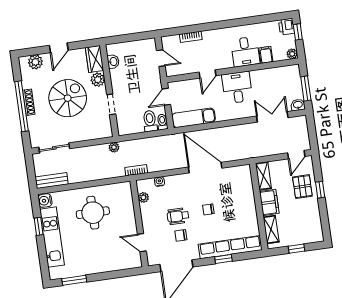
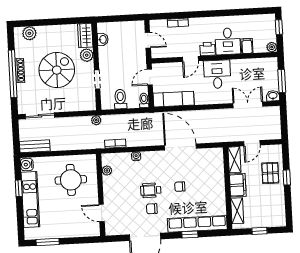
printer: (286, 27) -> (208, 49), moved, turned 90
door: (59, 48) -> (53, 22), removed
toilet: (150, 121) -> (120, 99), moved
door: (296, 155) -> (252, 143), moved
plant: (143, 197) -> (107, 171), moved
wall: (139, 224) -> (101, 195), moved
door: (142, 243) -> (102, 213), moved

